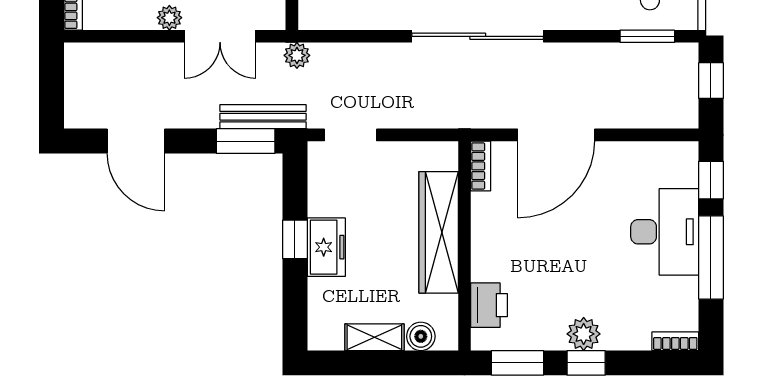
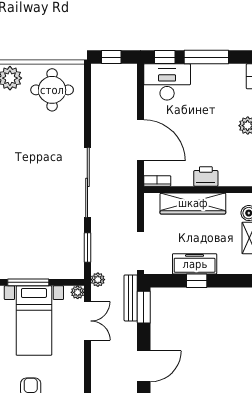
plant: (169, 18) -> (78, 292), moved
window: (647, 36) -> (87, 248), moved
doorway: (351, 135) -> (141, 251), width x1.38
desk: (665, 232) -> (167, 82), moved
freezer: (326, 247) -> (195, 264), width x1.40
printer: (489, 305) -> (206, 176), moved

